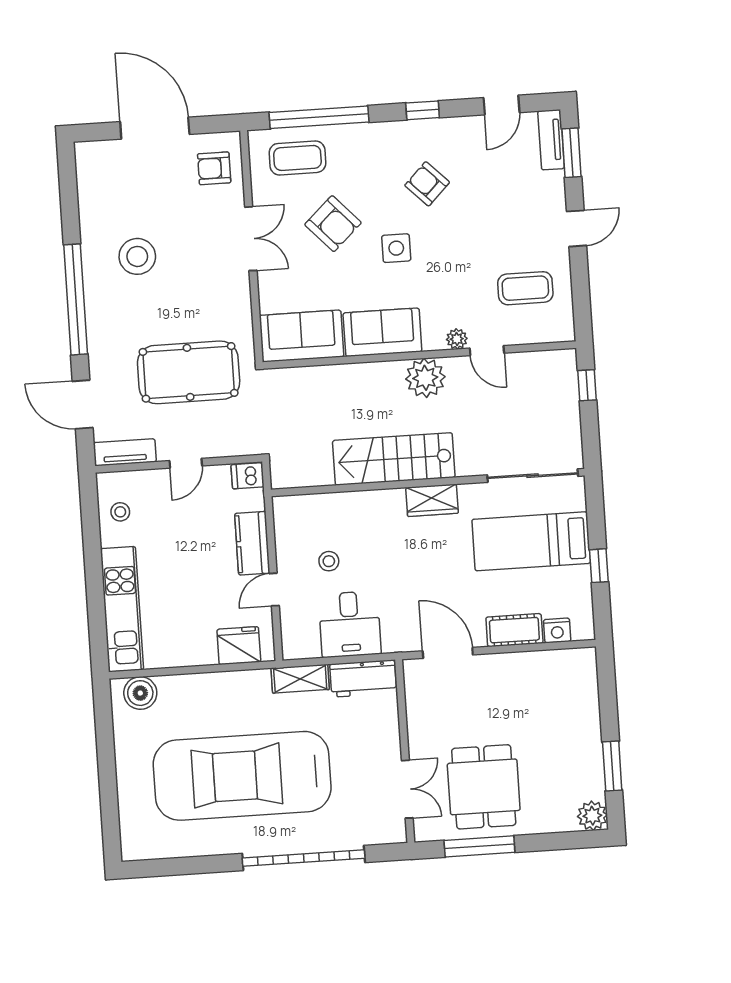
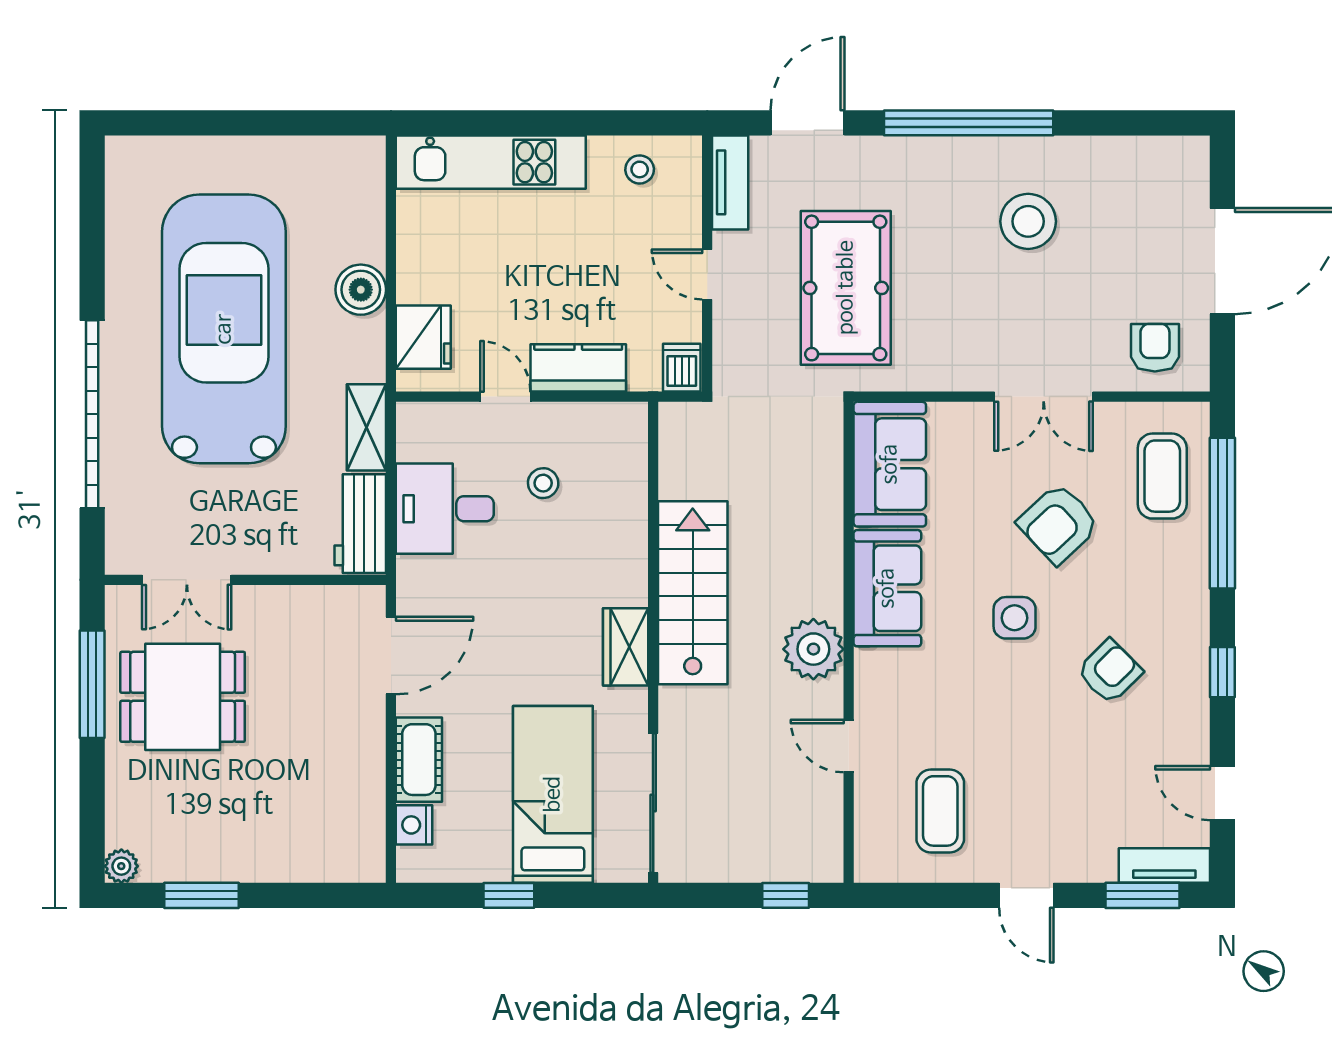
plant: (457, 339) -> (870, 701), removed
door: (487, 351) -> (849, 746), hinge flipped
boiler: (140, 693) -> (361, 290), moved
plant: (592, 816) -> (121, 866), width x0.73, depth x0.73

